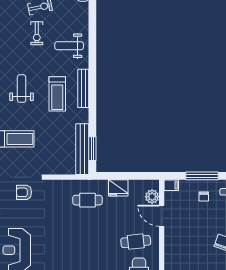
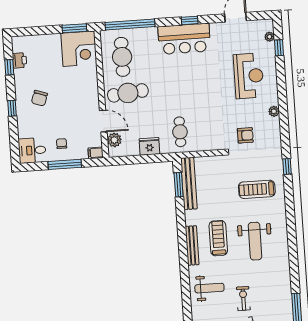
weight bench: (22, 89) -> (255, 241), width x1.36, depth x1.33
cafe table: (88, 200) -> (180, 132), turned 90
cafe table: (136, 242) -> (128, 93), width x1.37, depth x1.35

